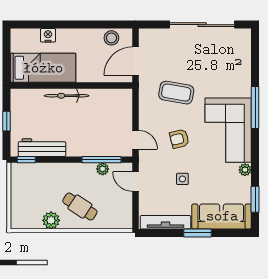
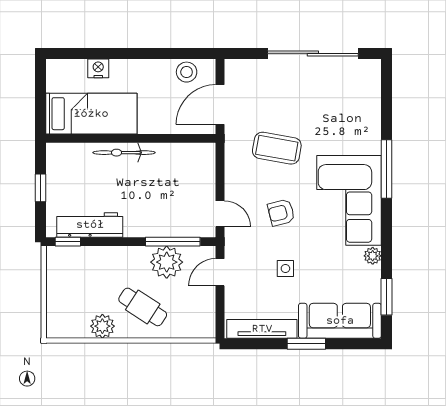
plant: (103, 169) -> (167, 262), width x1.88, depth x1.88
door: (135, 182) -> (220, 272), hinge flipped

